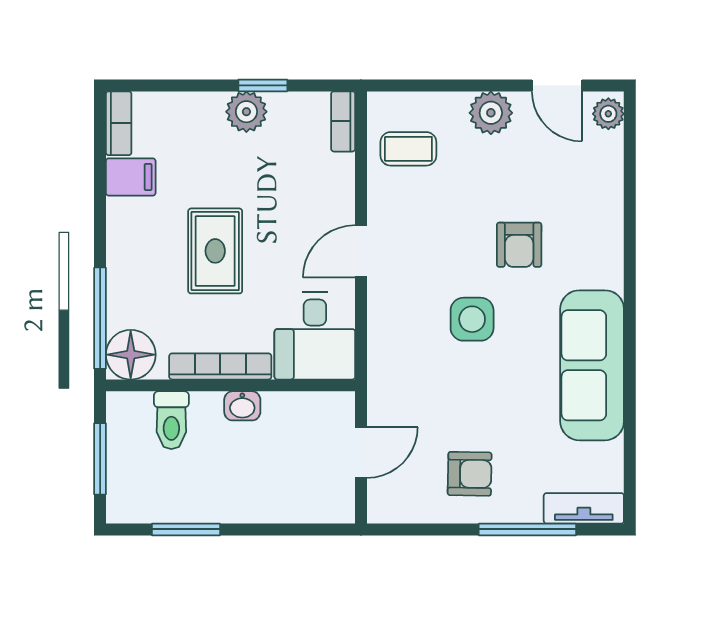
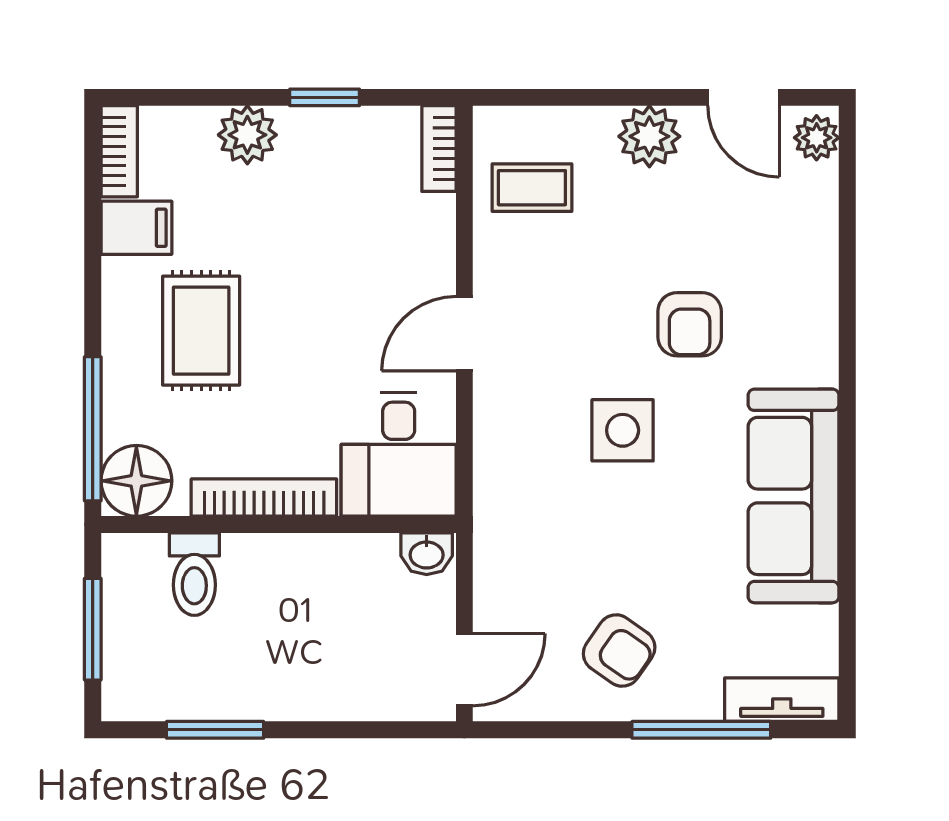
plant: (246, 112) -> (247, 135), moved
rug: (215, 251) -> (201, 331), moved
washbasin: (242, 406) -> (427, 554), moved
door: (361, 452) -> (464, 670), moved
armchair: (470, 474) -> (619, 651), turned 34

